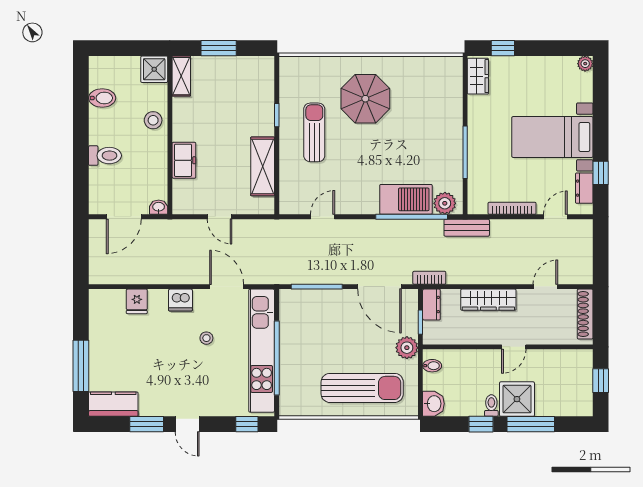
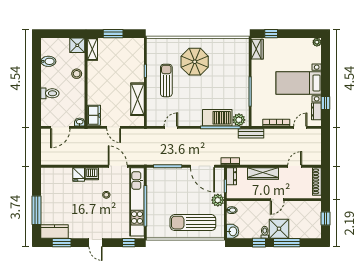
freezer: (184, 160) -> (94, 115), moved
fridge: (137, 301) -> (79, 174), moved
sun lounger: (362, 388) -> (193, 223), turned 180
window: (147, 424) -> (62, 243), moved

